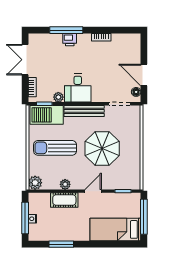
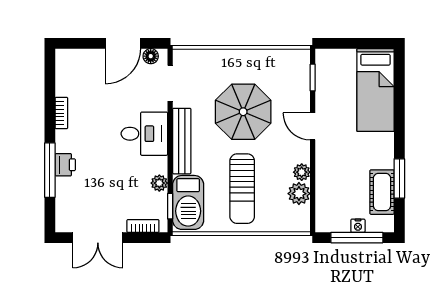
desk: (78, 88) -> (144, 134), moved
plant: (35, 183) -> (299, 194), moved
cot: (64, 200) -> (382, 192), moved
window: (144, 217) -> (355, 43), removed

